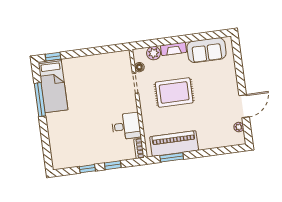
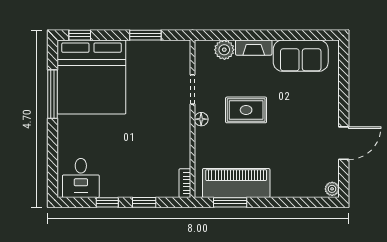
window: (98, 50) -> (145, 35), added
floor lamp: (139, 67) -> (201, 119), moved
bed: (53, 86) -> (91, 77), width x2.04
rug: (174, 92) -> (246, 110), width x0.73, depth x0.70
desk: (126, 126) -> (81, 178), moved, turned 90
plant: (239, 127) -> (332, 189), moved

